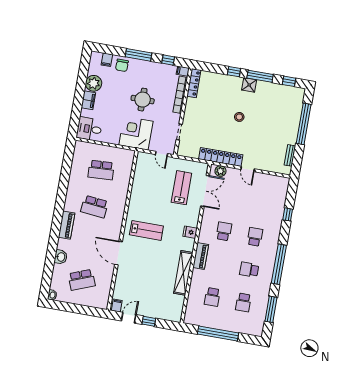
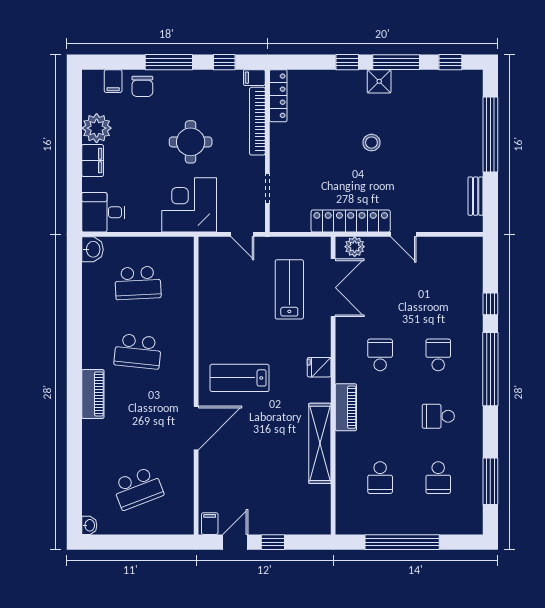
lab bench: (146, 230) -> (240, 378), turned 180
door: (118, 253) -> (196, 428), swing flipped
washbasin: (61, 257) -> (93, 249), moved
window: (279, 264) -> (490, 369), moved

